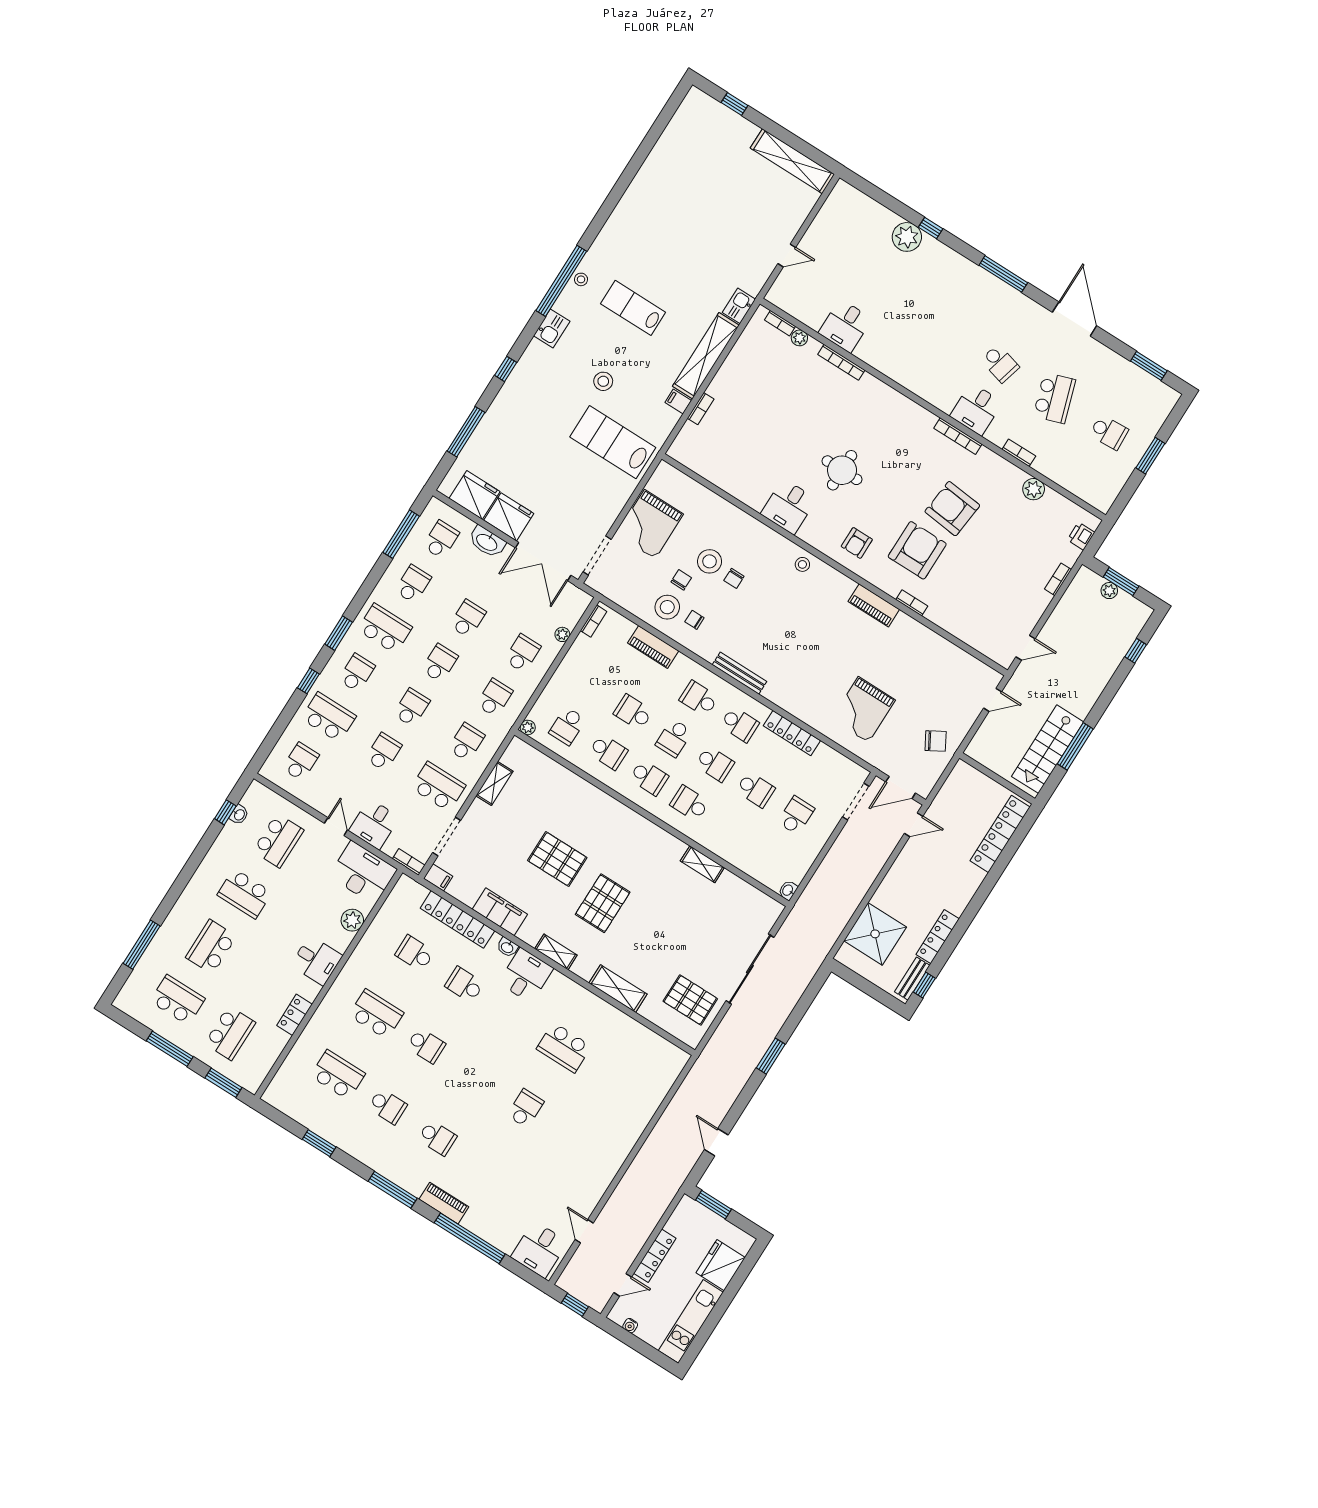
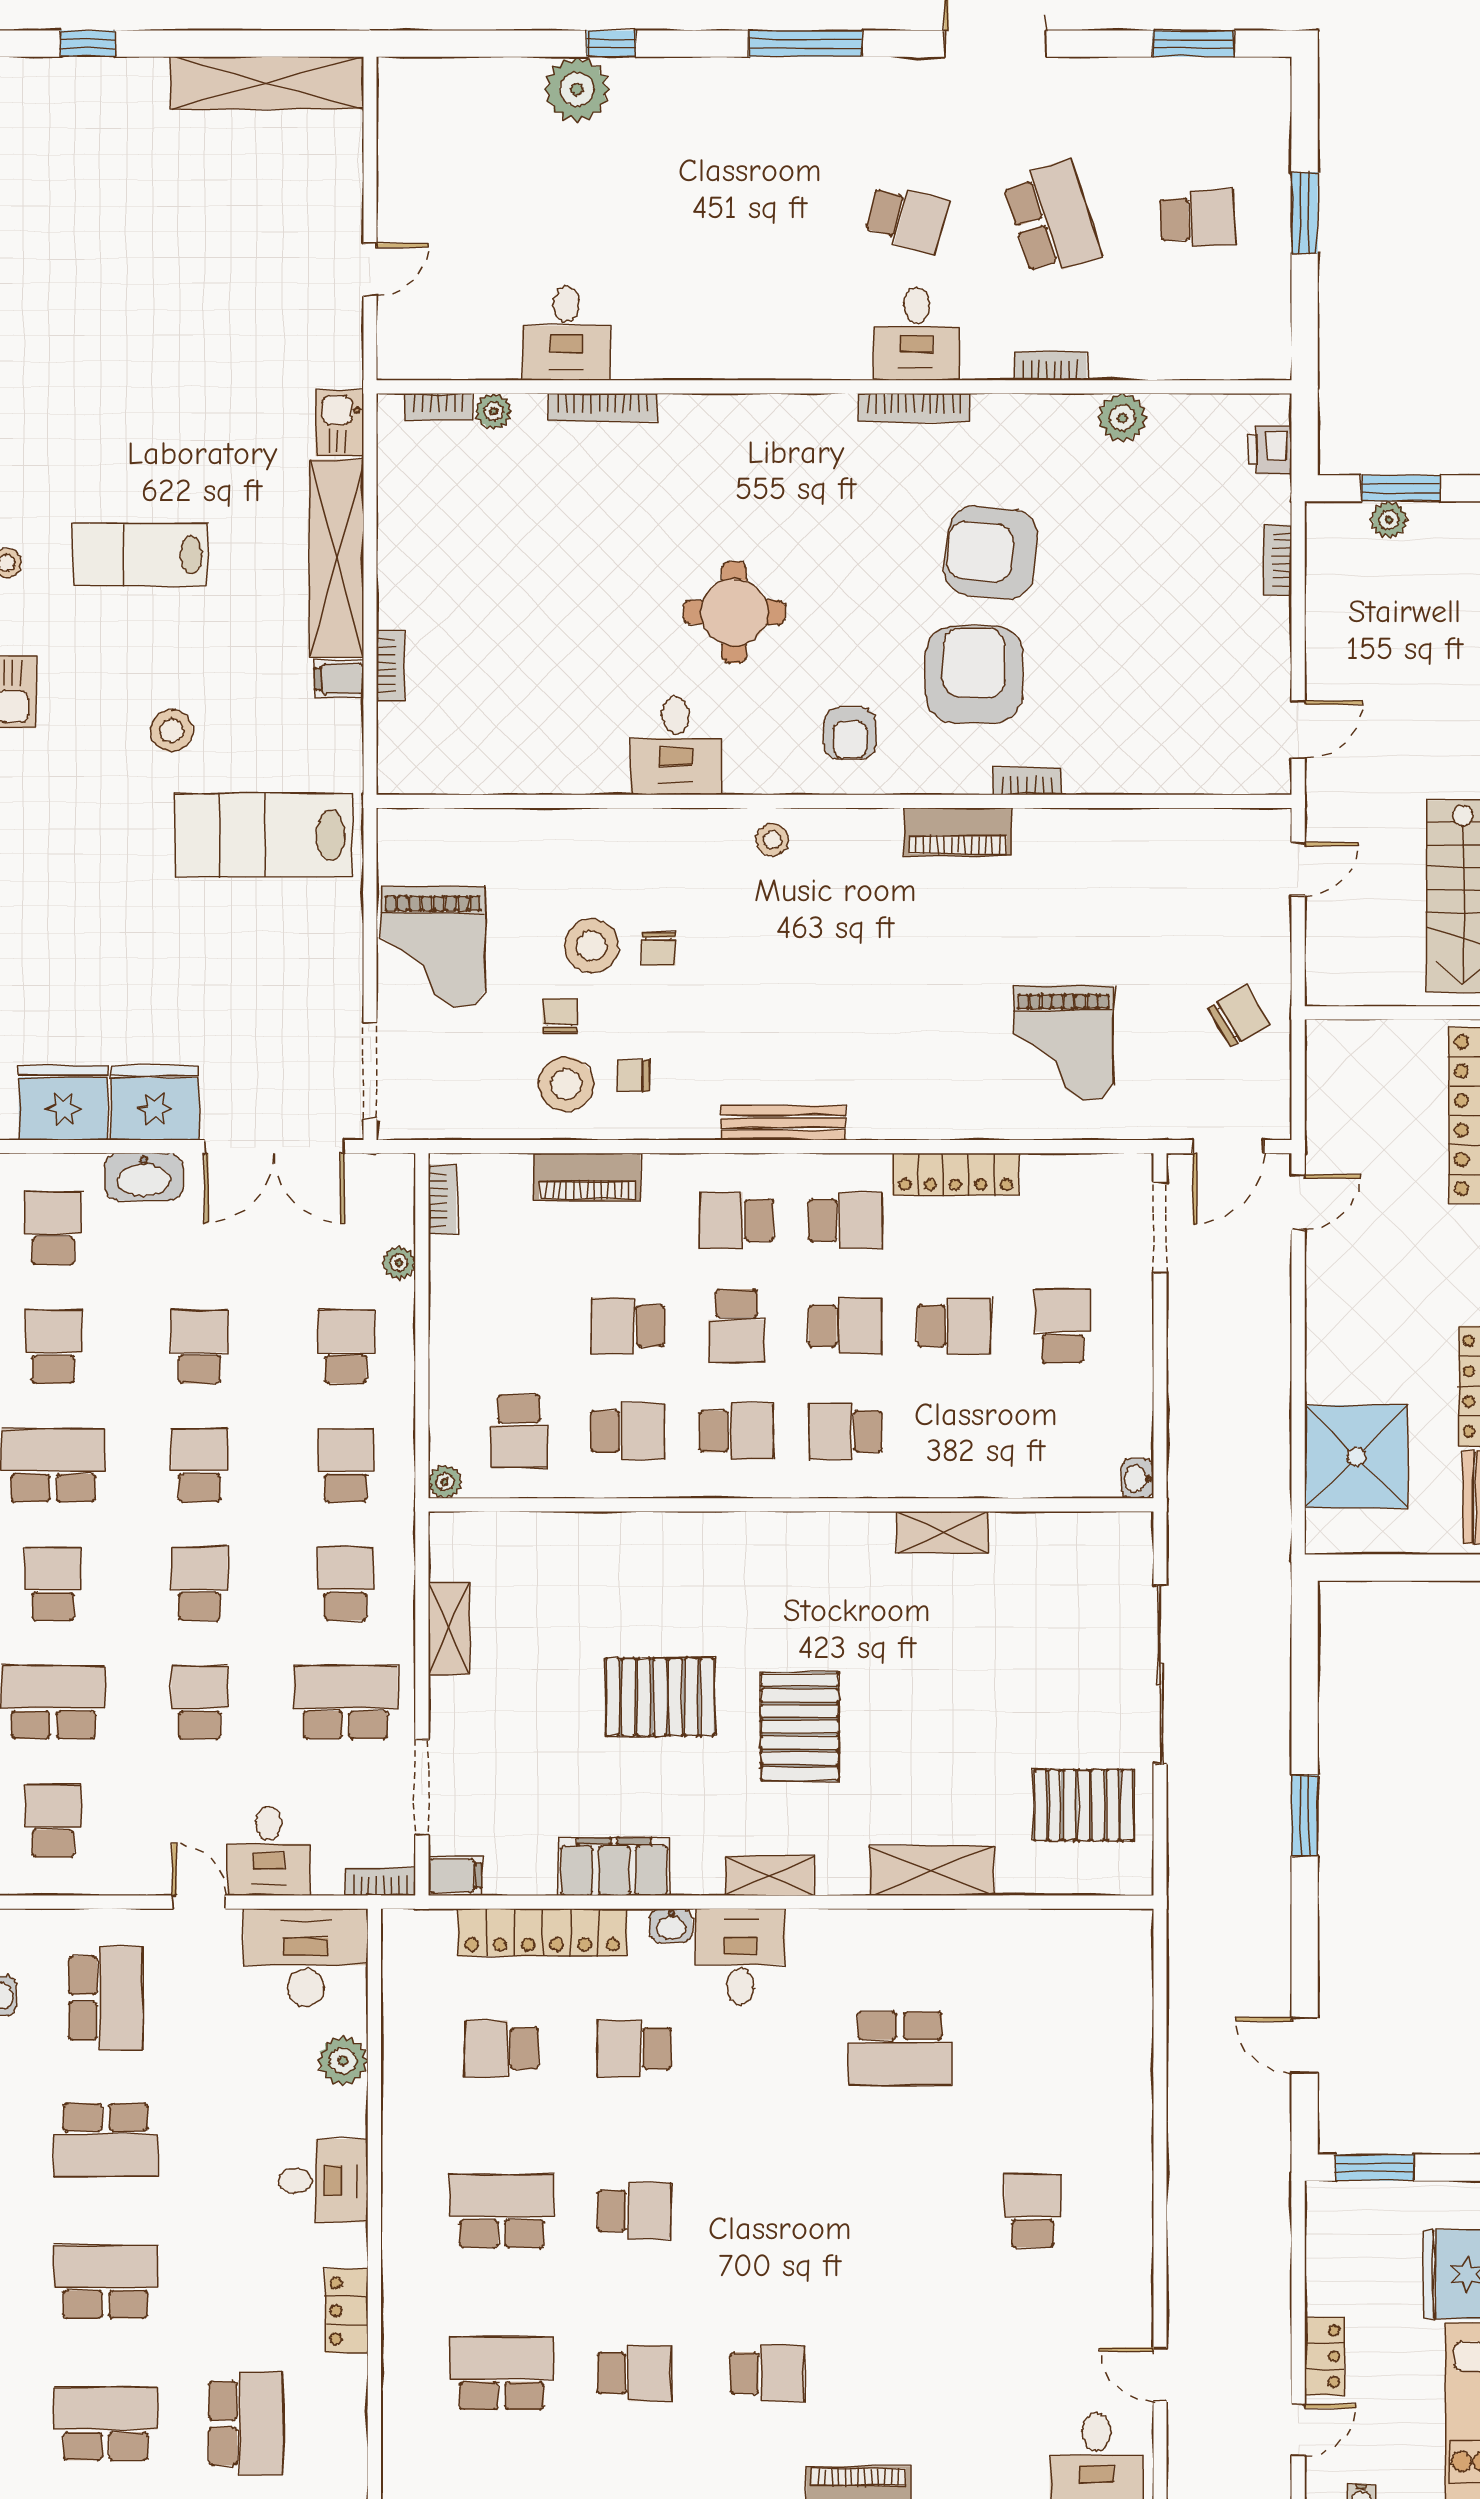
school desk: (211, 947) -> (106, 2282), turned 90
school desk: (525, 1108) -> (1033, 2211), moved
locker: (655, 1256) -> (1324, 2356), width x0.66

